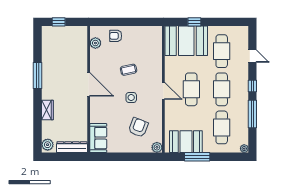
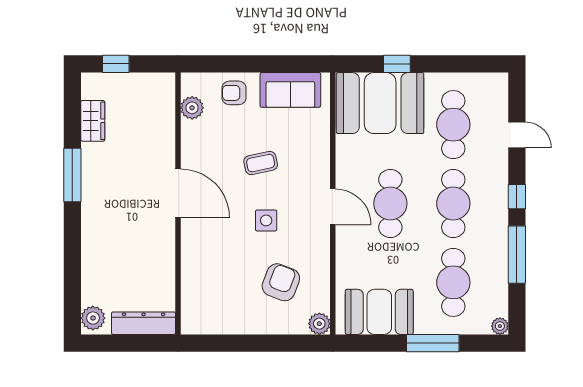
wardrobe: (47, 110) -> (93, 121), moved
sofa: (98, 138) -> (290, 90), moved, turned 90
window: (197, 157) -> (433, 343), moved

